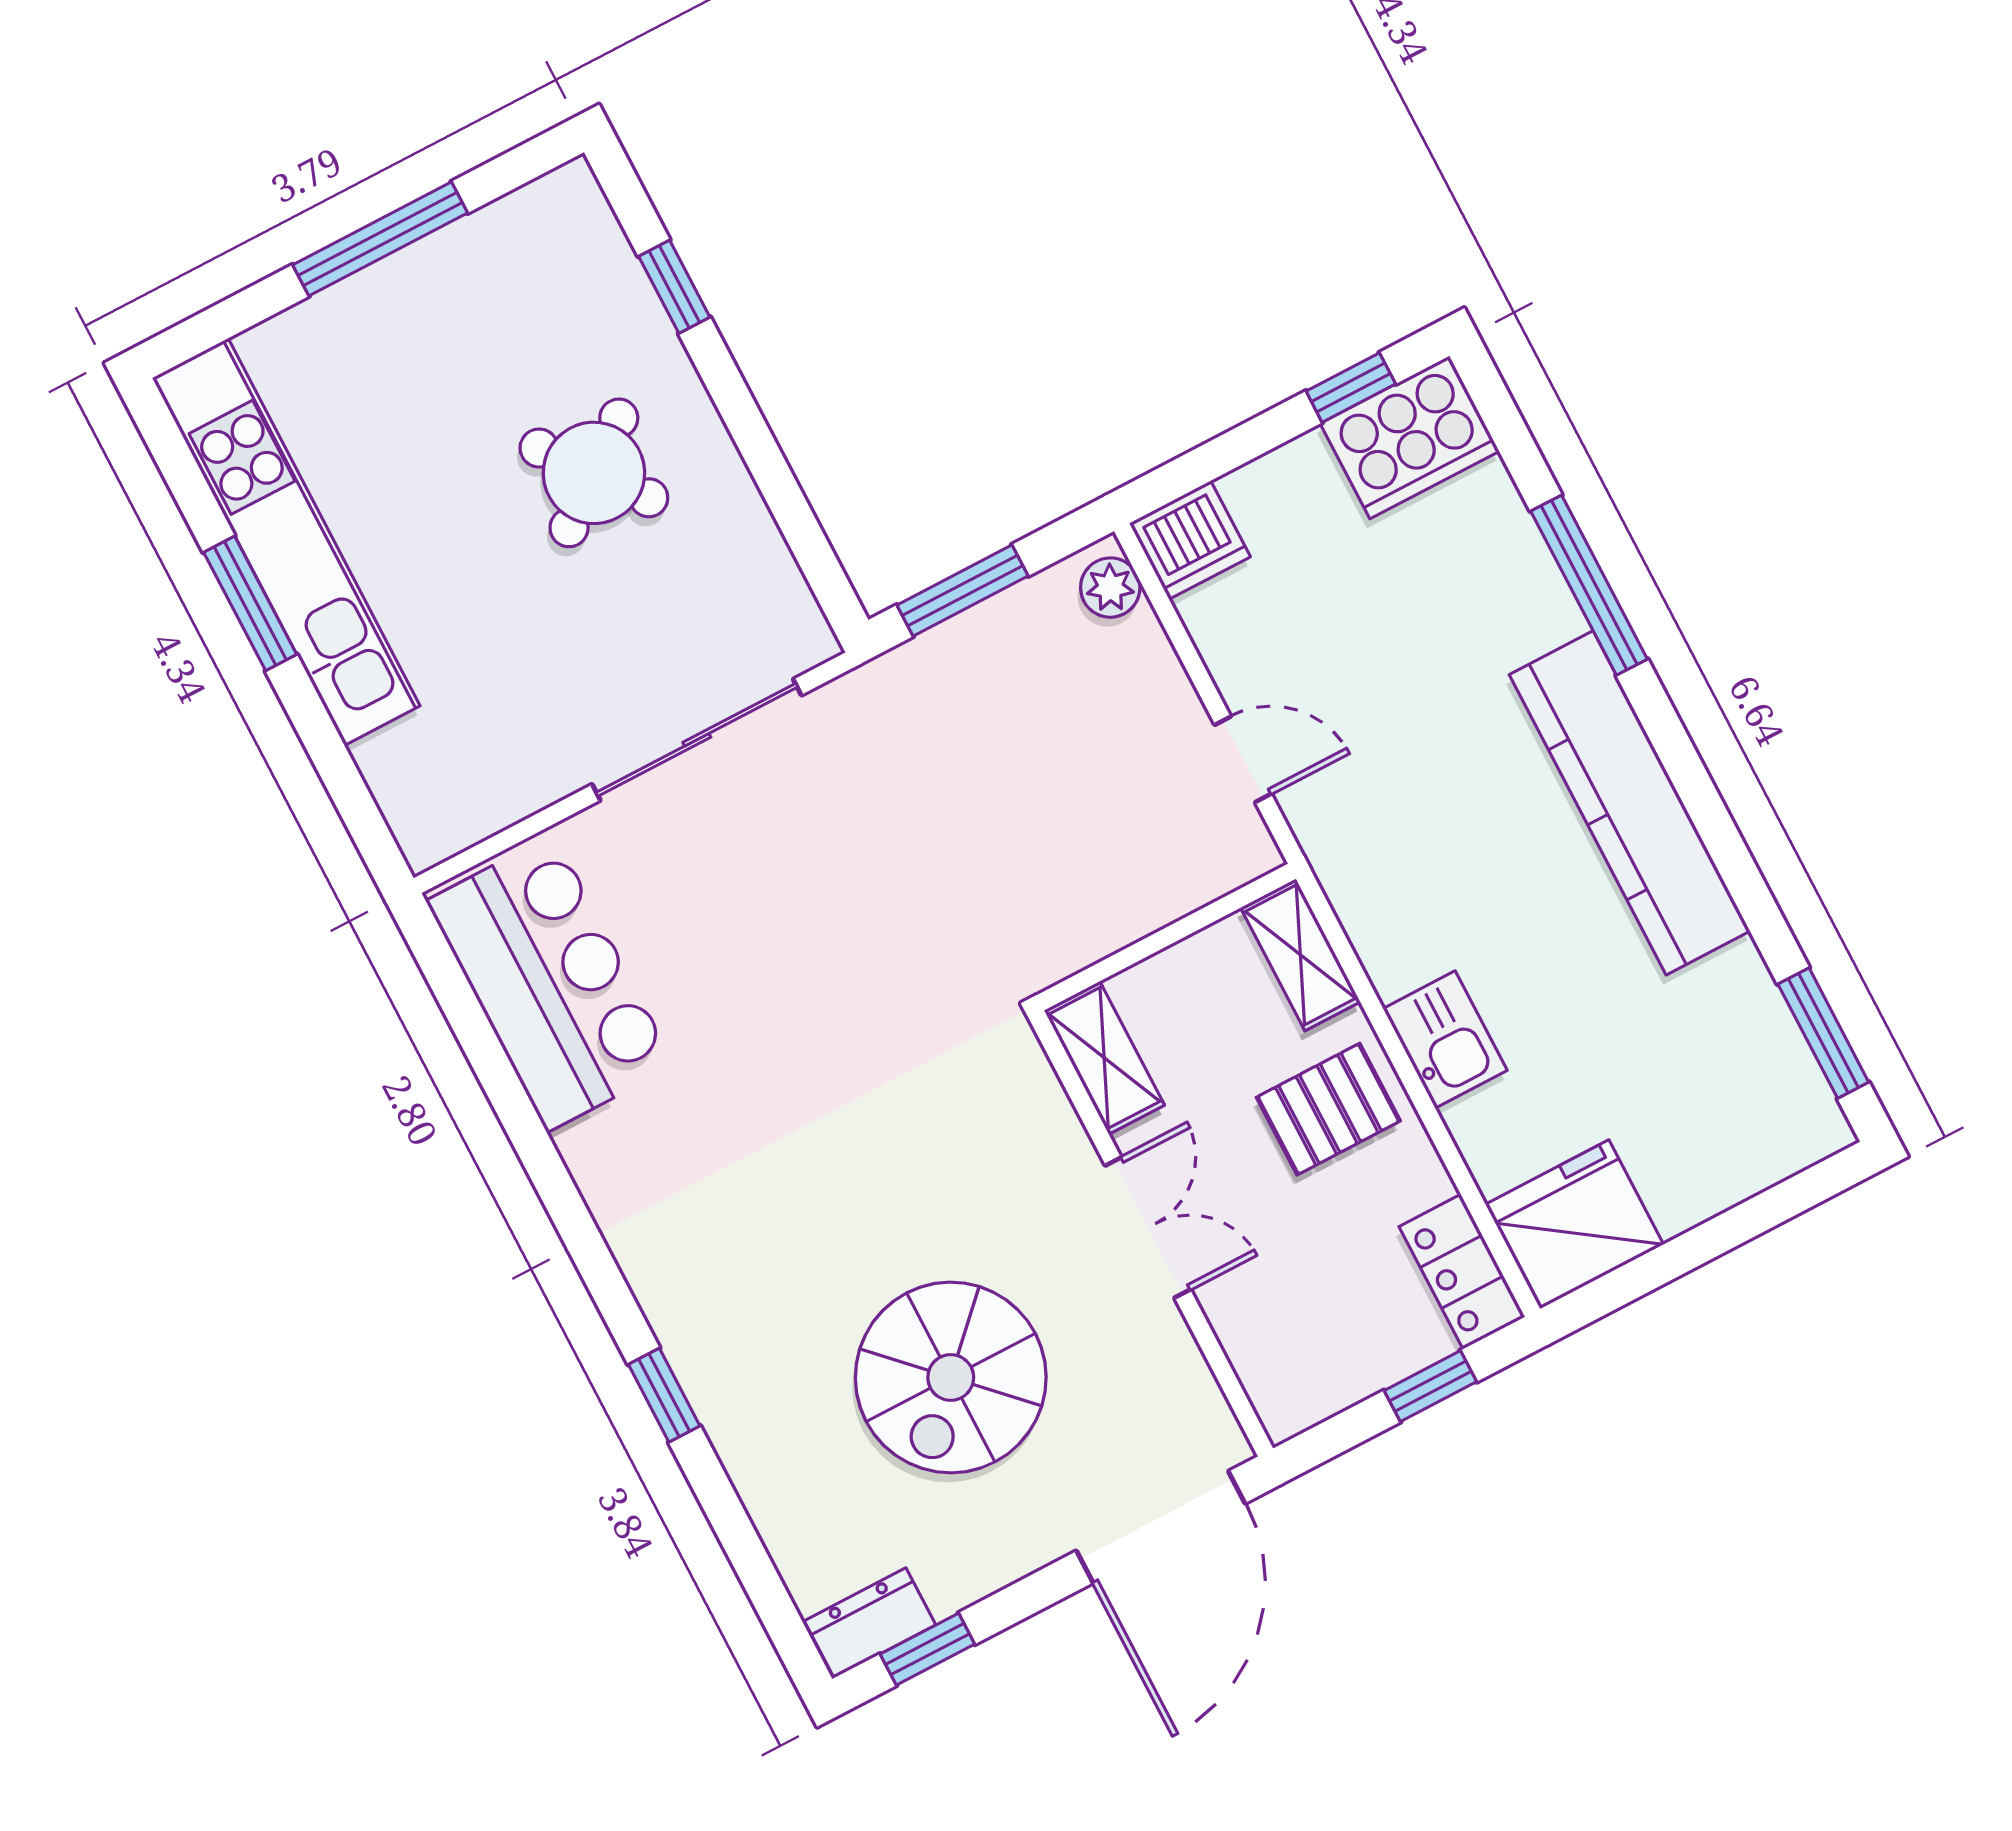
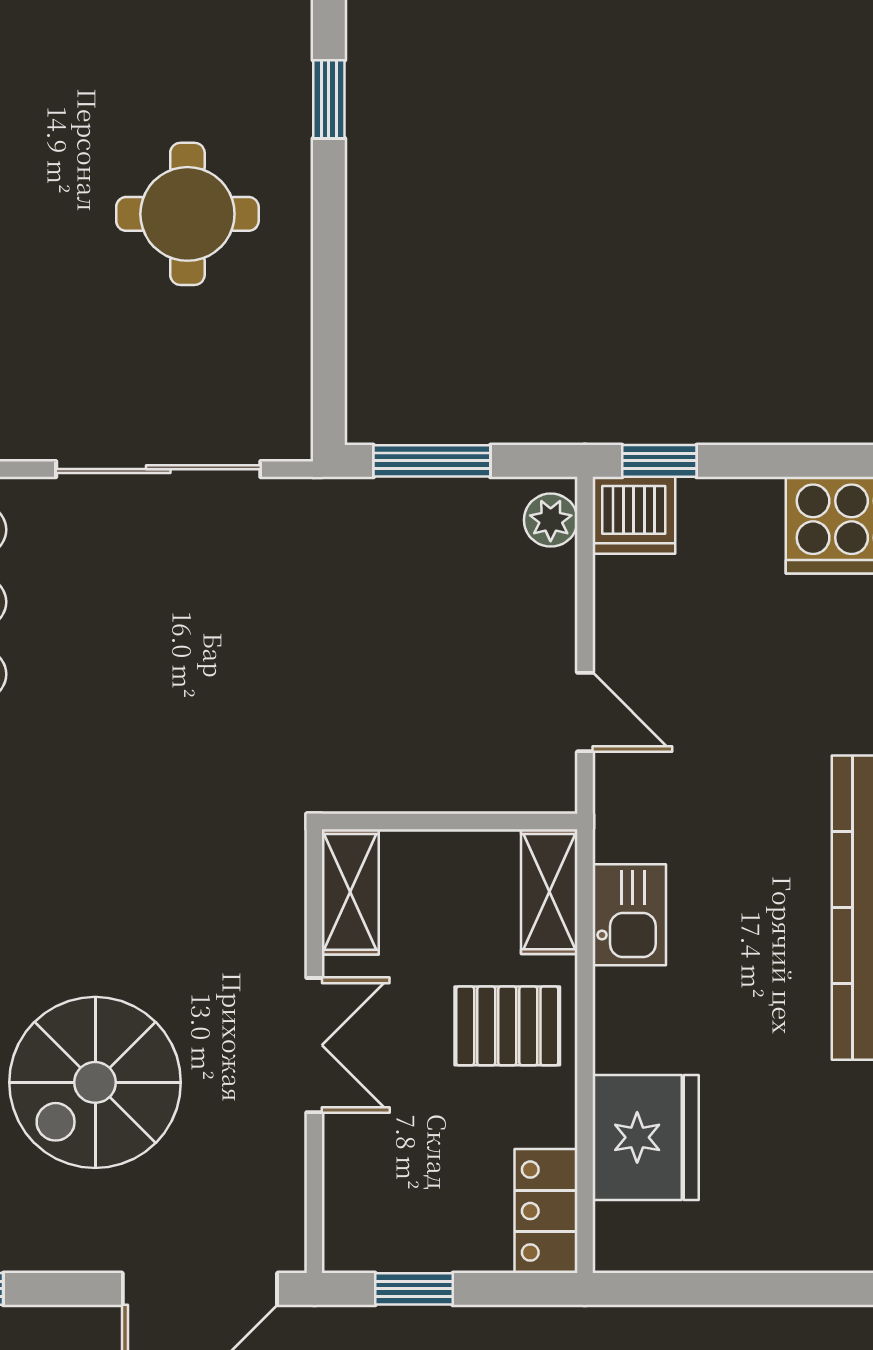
window: (1351, 388) -> (659, 461), moved
round table: (594, 473) -> (187, 214), turned 38
kitchen sink: (1445, 1040) -> (629, 915), moved
fridge: (1574, 1224) -> (646, 1137), moved, turned 90
window: (1430, 1386) -> (414, 1289), moved

